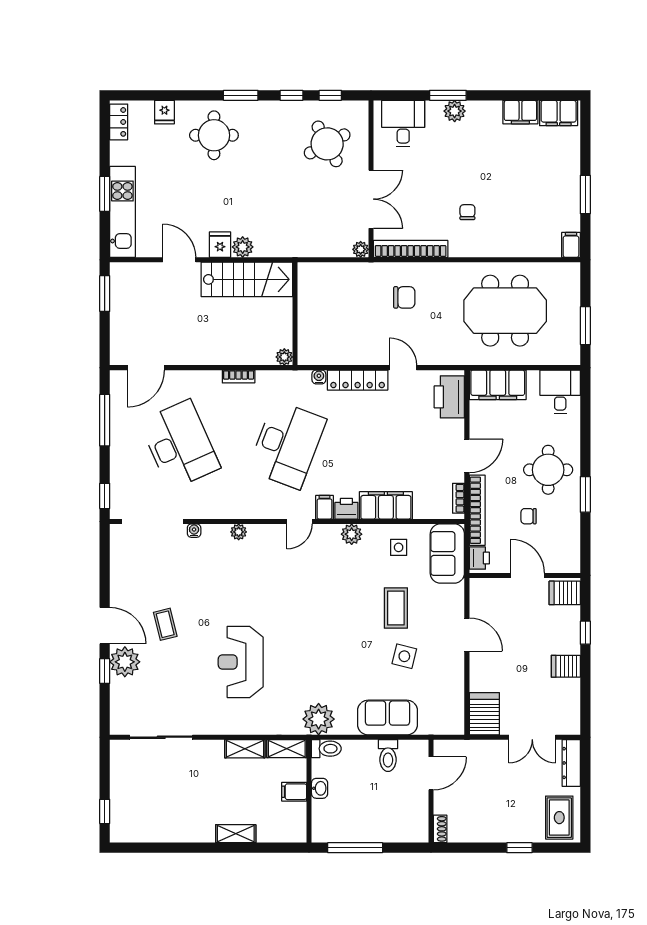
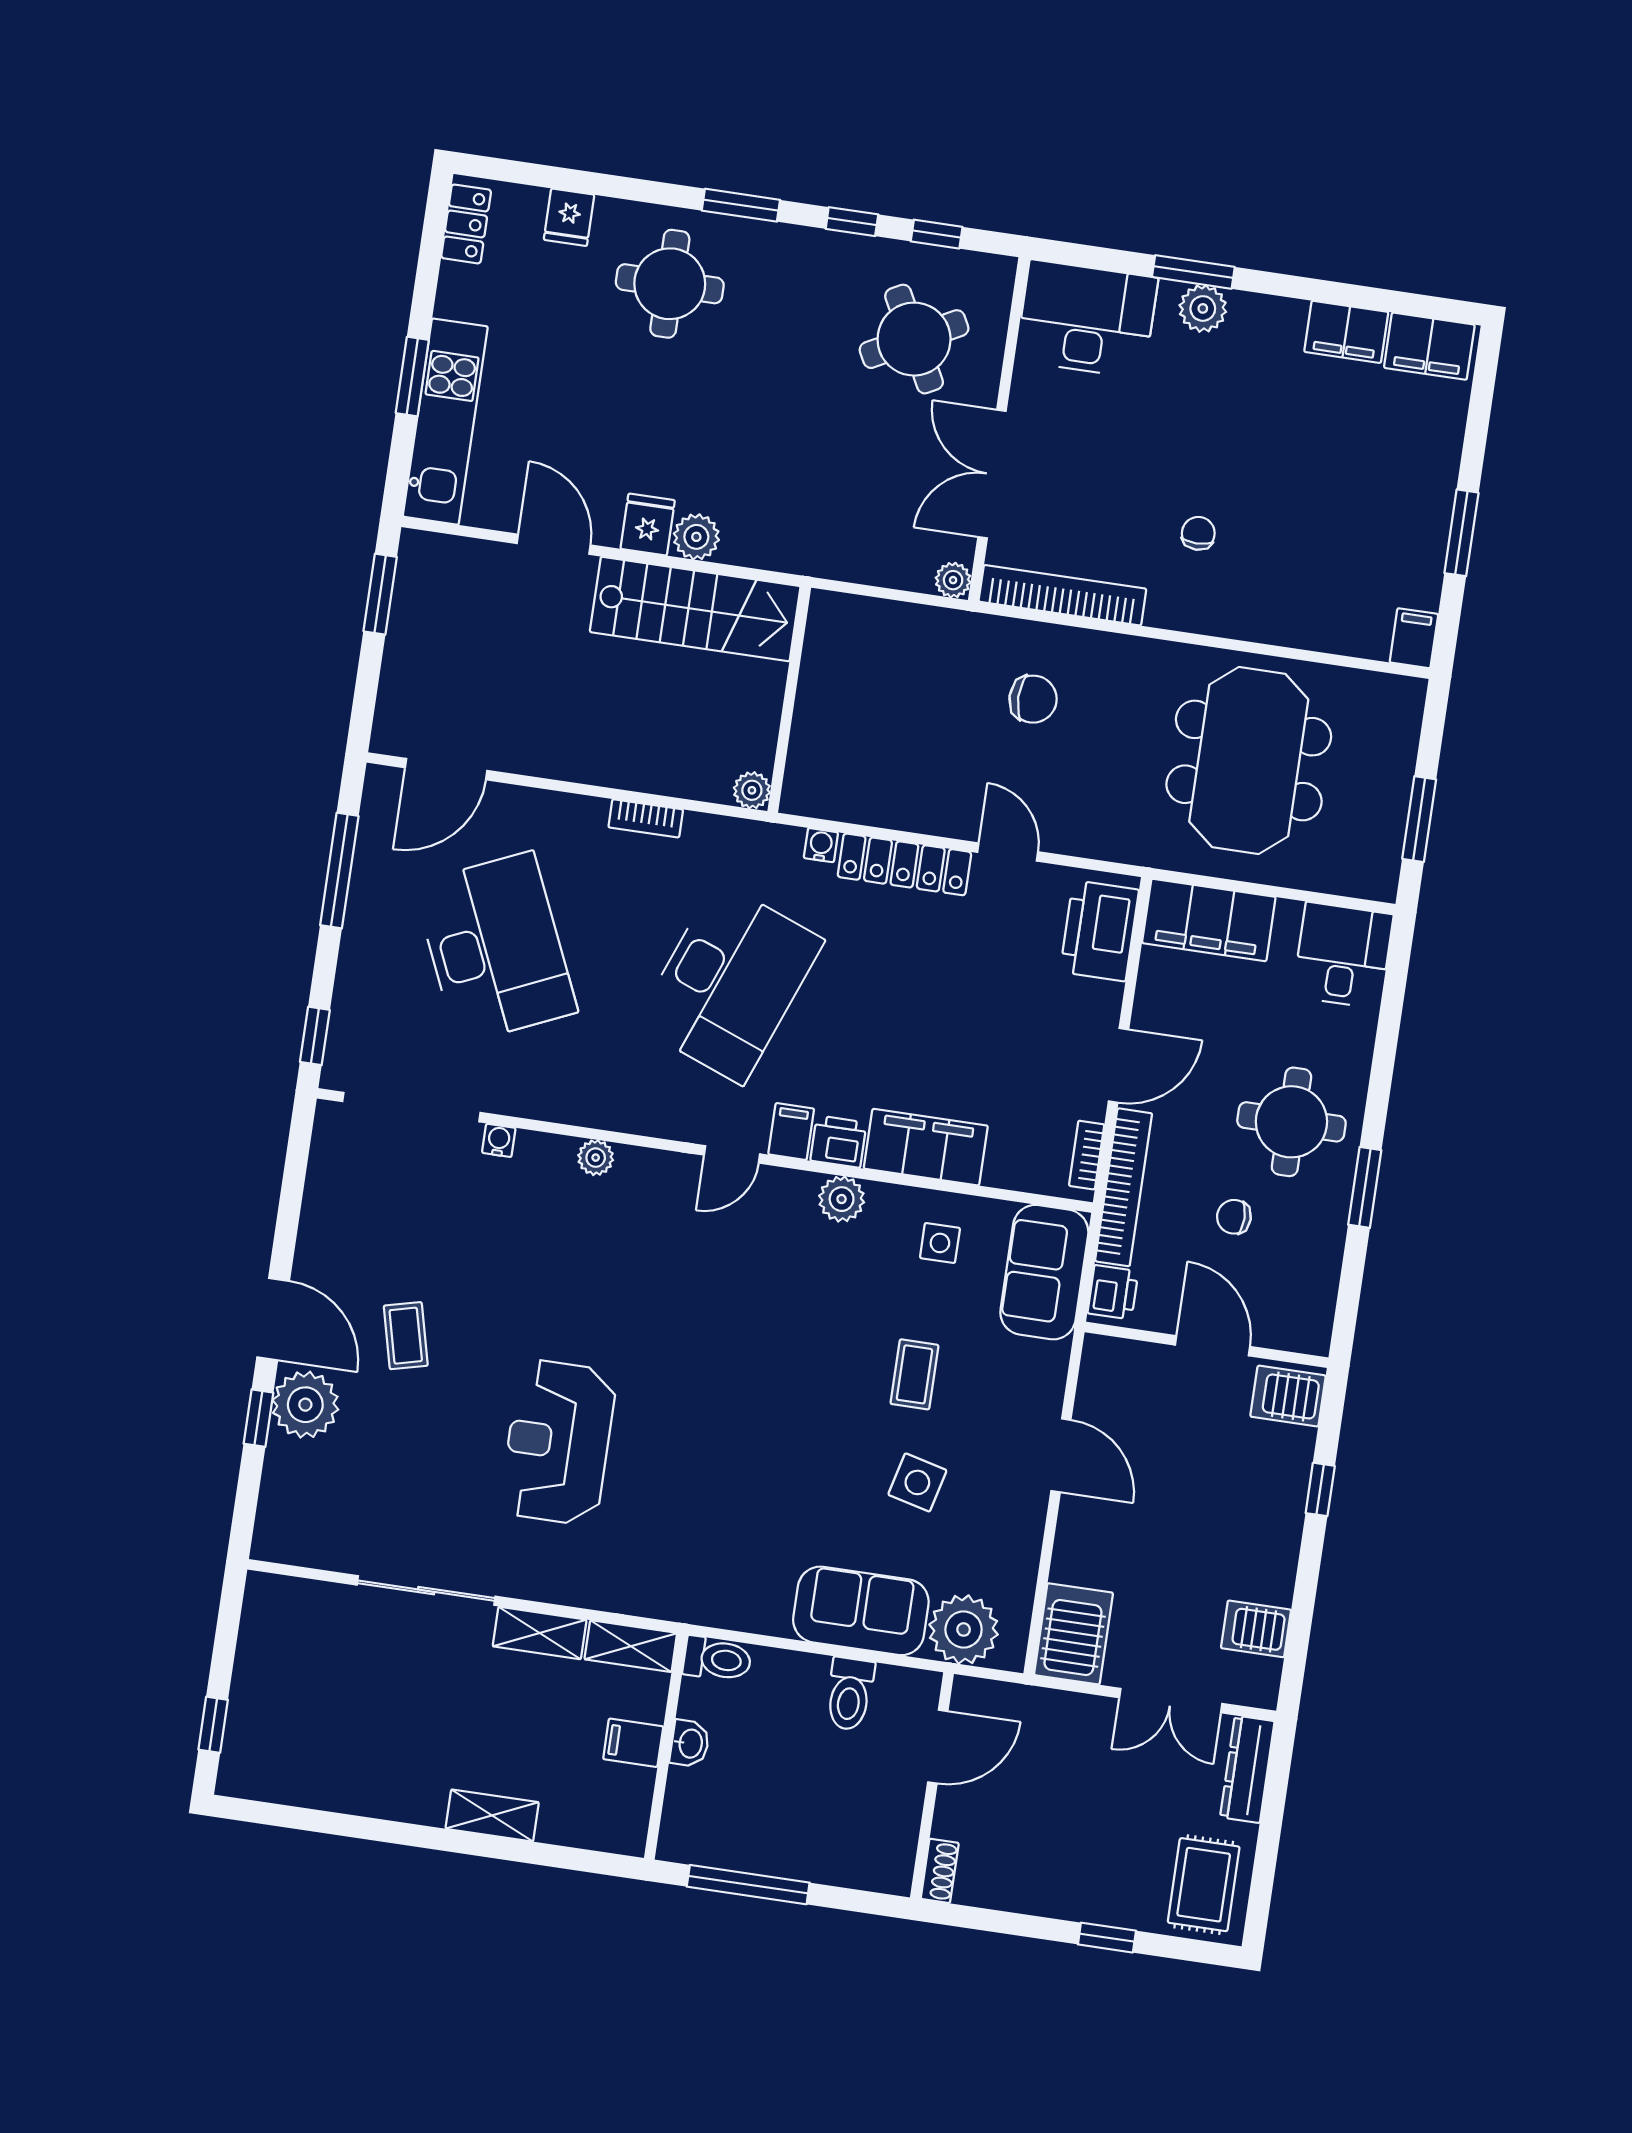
desk: (403, 124) -> (1087, 319), width x1.37
double door: (371, 199) -> (992, 474), swing flipped
meeting table: (505, 311) -> (1249, 760), turned 90
coffee table: (396, 608) -> (914, 1374), width x0.73, depth x0.77
server rack: (566, 666) -> (1256, 1629), moved
plant: (319, 719) -> (964, 1629), moved
sliding door: (161, 737) -> (426, 1591), moved

